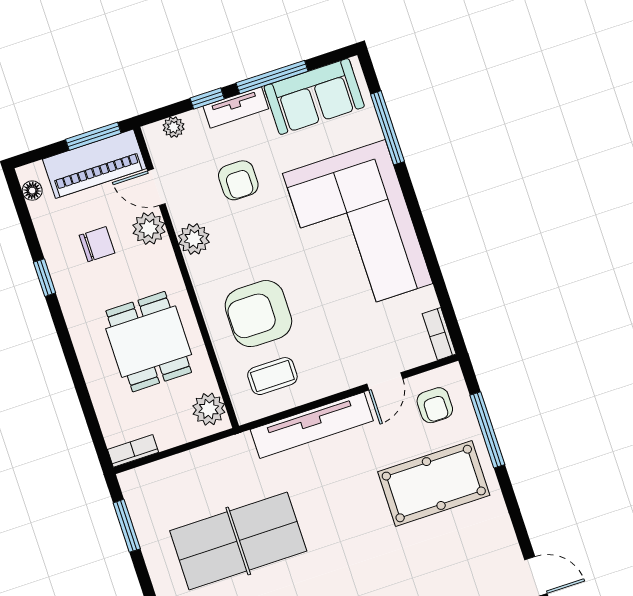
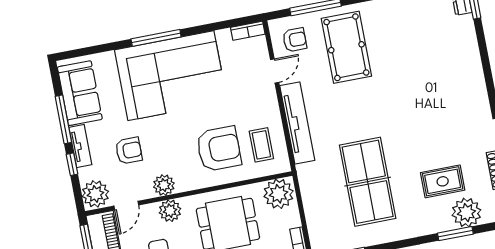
plant: (174, 127) -> (95, 194), width x1.88, depth x1.88
window: (387, 128) -> (156, 38), moved
plant: (149, 228) -> (170, 211), moved
armchair: (258, 314) -> (219, 149), turned -90
door: (385, 381) -> (275, 71), hinge flipped
plant: (209, 409) -> (279, 194), width x1.36, depth x1.36

